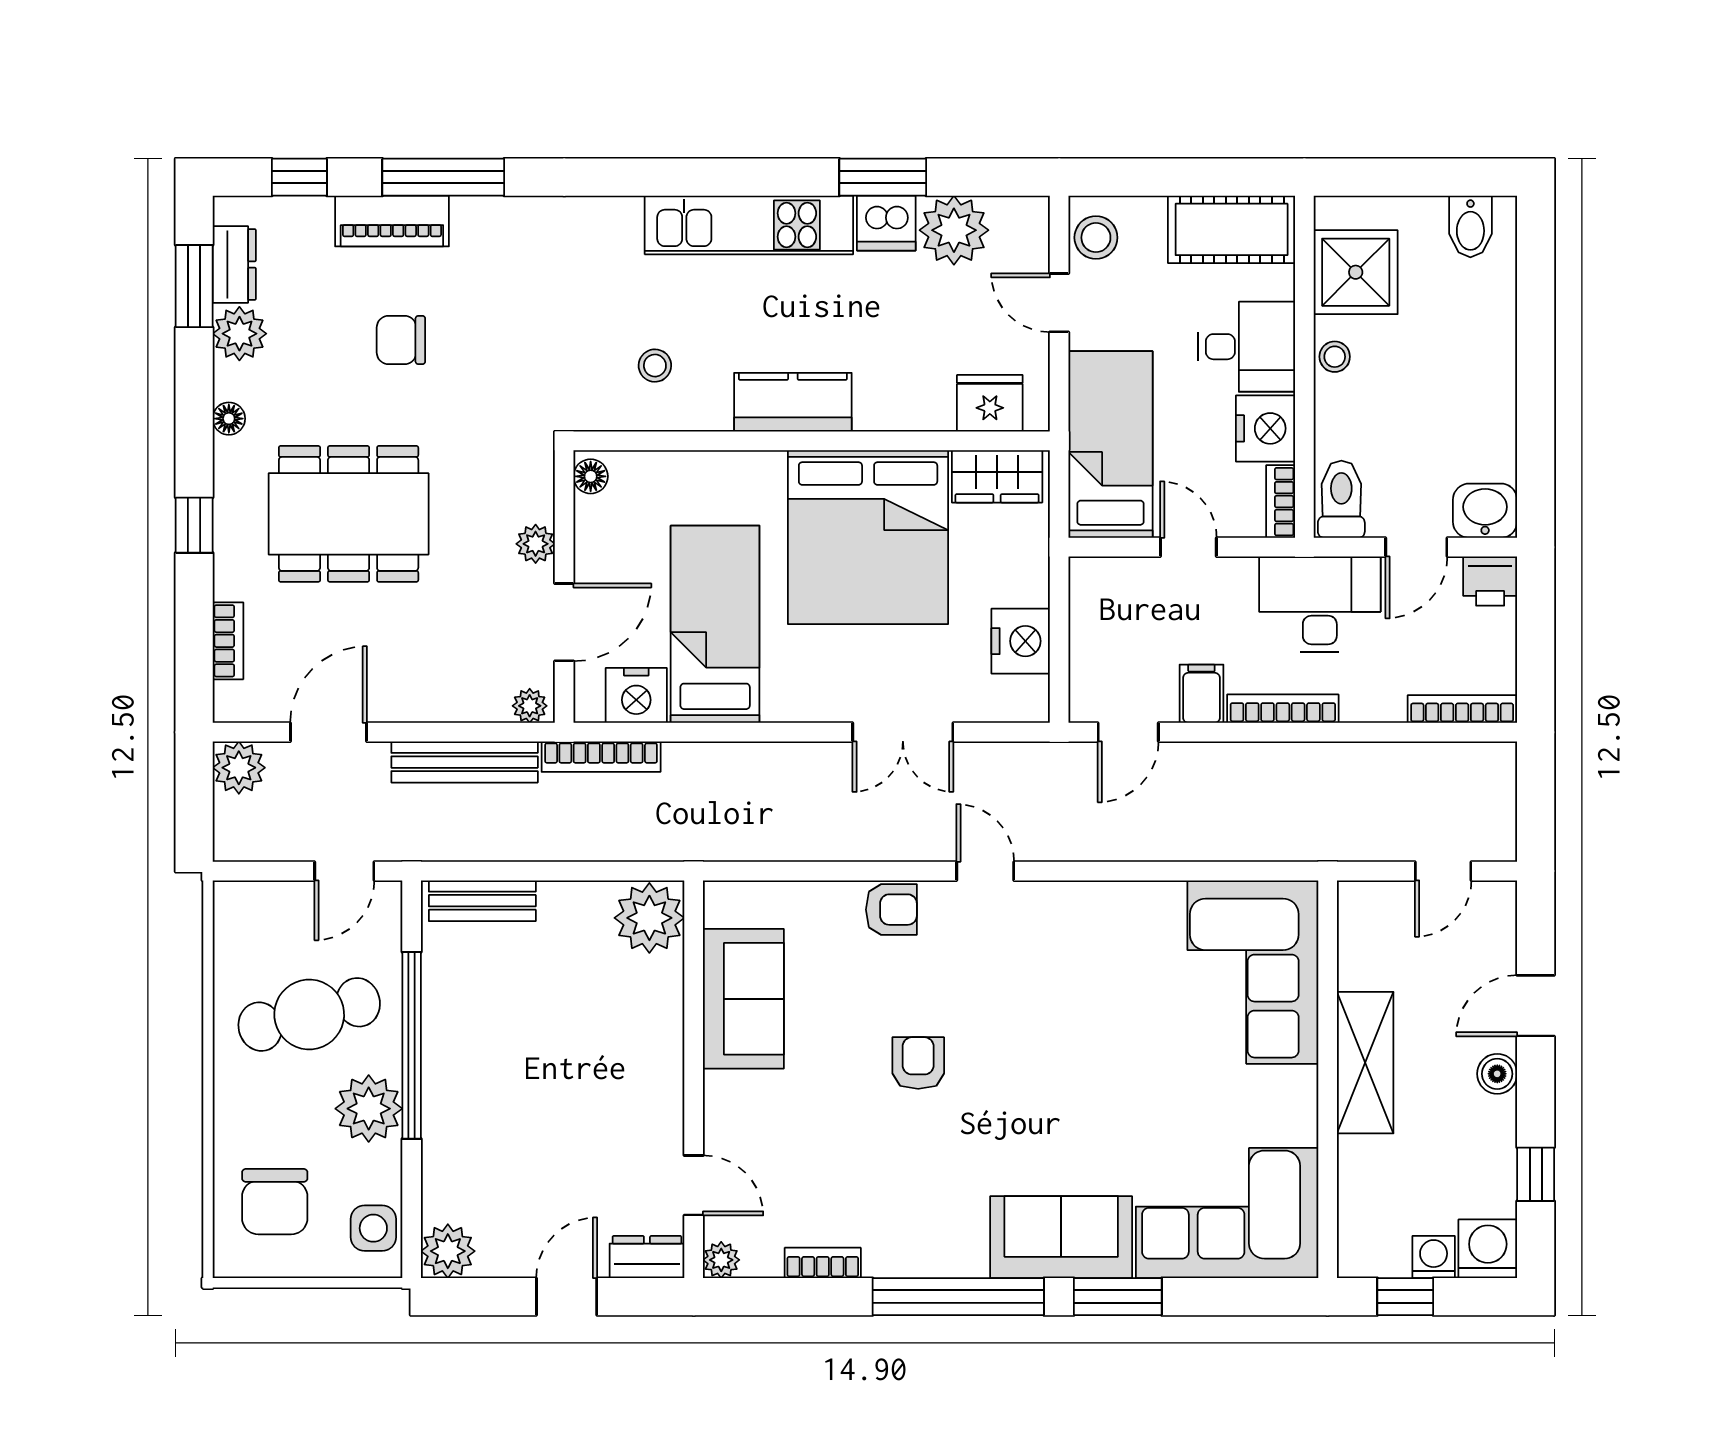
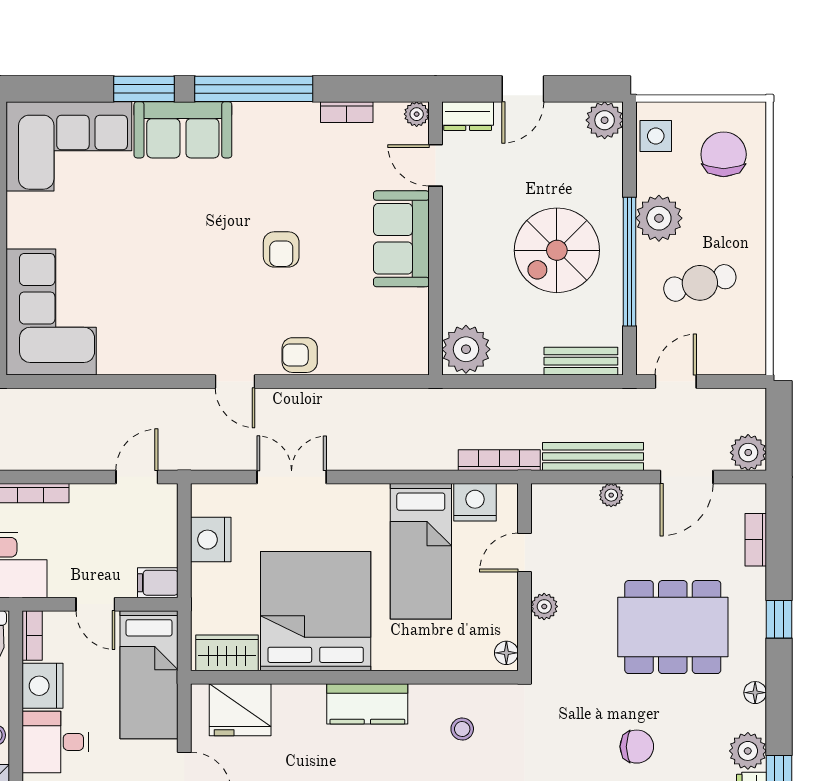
fridge: (990, 403) -> (240, 710), width x1.36, depth x1.34
door: (564, 622) -> (525, 552), width x0.73
filing cabinet: (1201, 694) -> (158, 583), moved, turned 90
plant: (530, 706) -> (611, 495), moved
sofa: (743, 999) -> (401, 239), moved
cafe table: (309, 1014) -> (700, 283), width x0.73, depth x0.74
spiral stairs: (517, 1062) -> (557, 250), added

